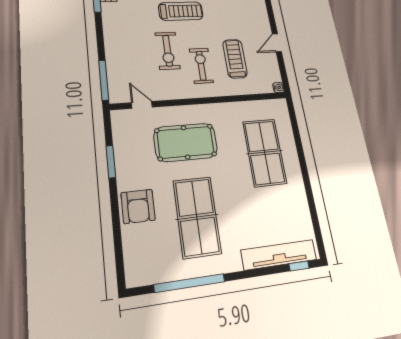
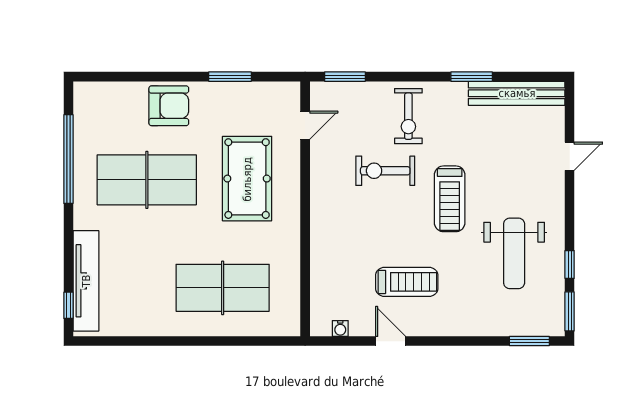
treadmill: (235, 59) -> (407, 282), moved
exercise bike: (201, 66) -> (408, 116), moved, turned 90
window: (104, 80) -> (345, 77), width x0.69
water cooler: (278, 87) -> (340, 328), moved
armchair: (138, 206) -> (169, 106), turned 180

